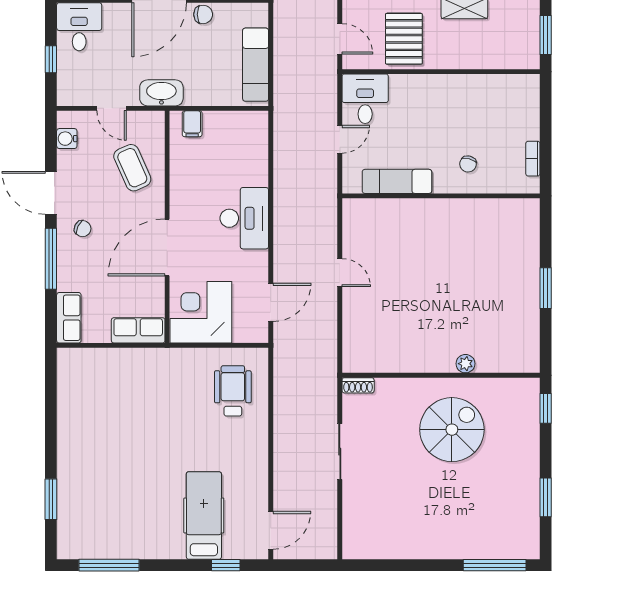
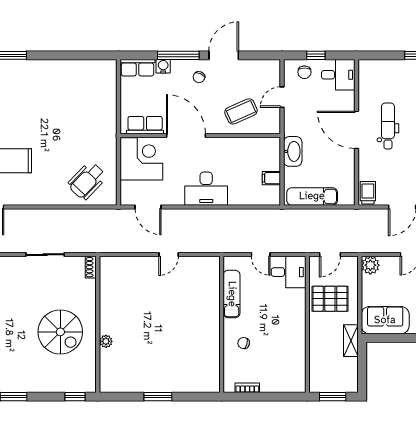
chair: (203, 14) -> (304, 72), moved
washbasin: (161, 93) -> (293, 151), moved
filing cabinet: (192, 124) -> (271, 178), moved
water cooler: (67, 139) -> (163, 66), moved
row of seats: (138, 330) -> (145, 125), moved, turned -90
wheelchair: (233, 391) -> (87, 181), turned 134

